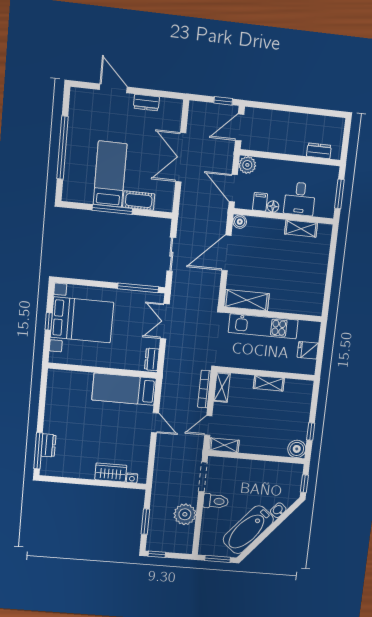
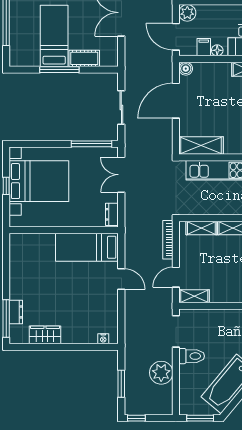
shelving: (222, 387) -> (201, 228), moved, turned 90
wardrobe: (111, 472) -> (45, 335), moved

